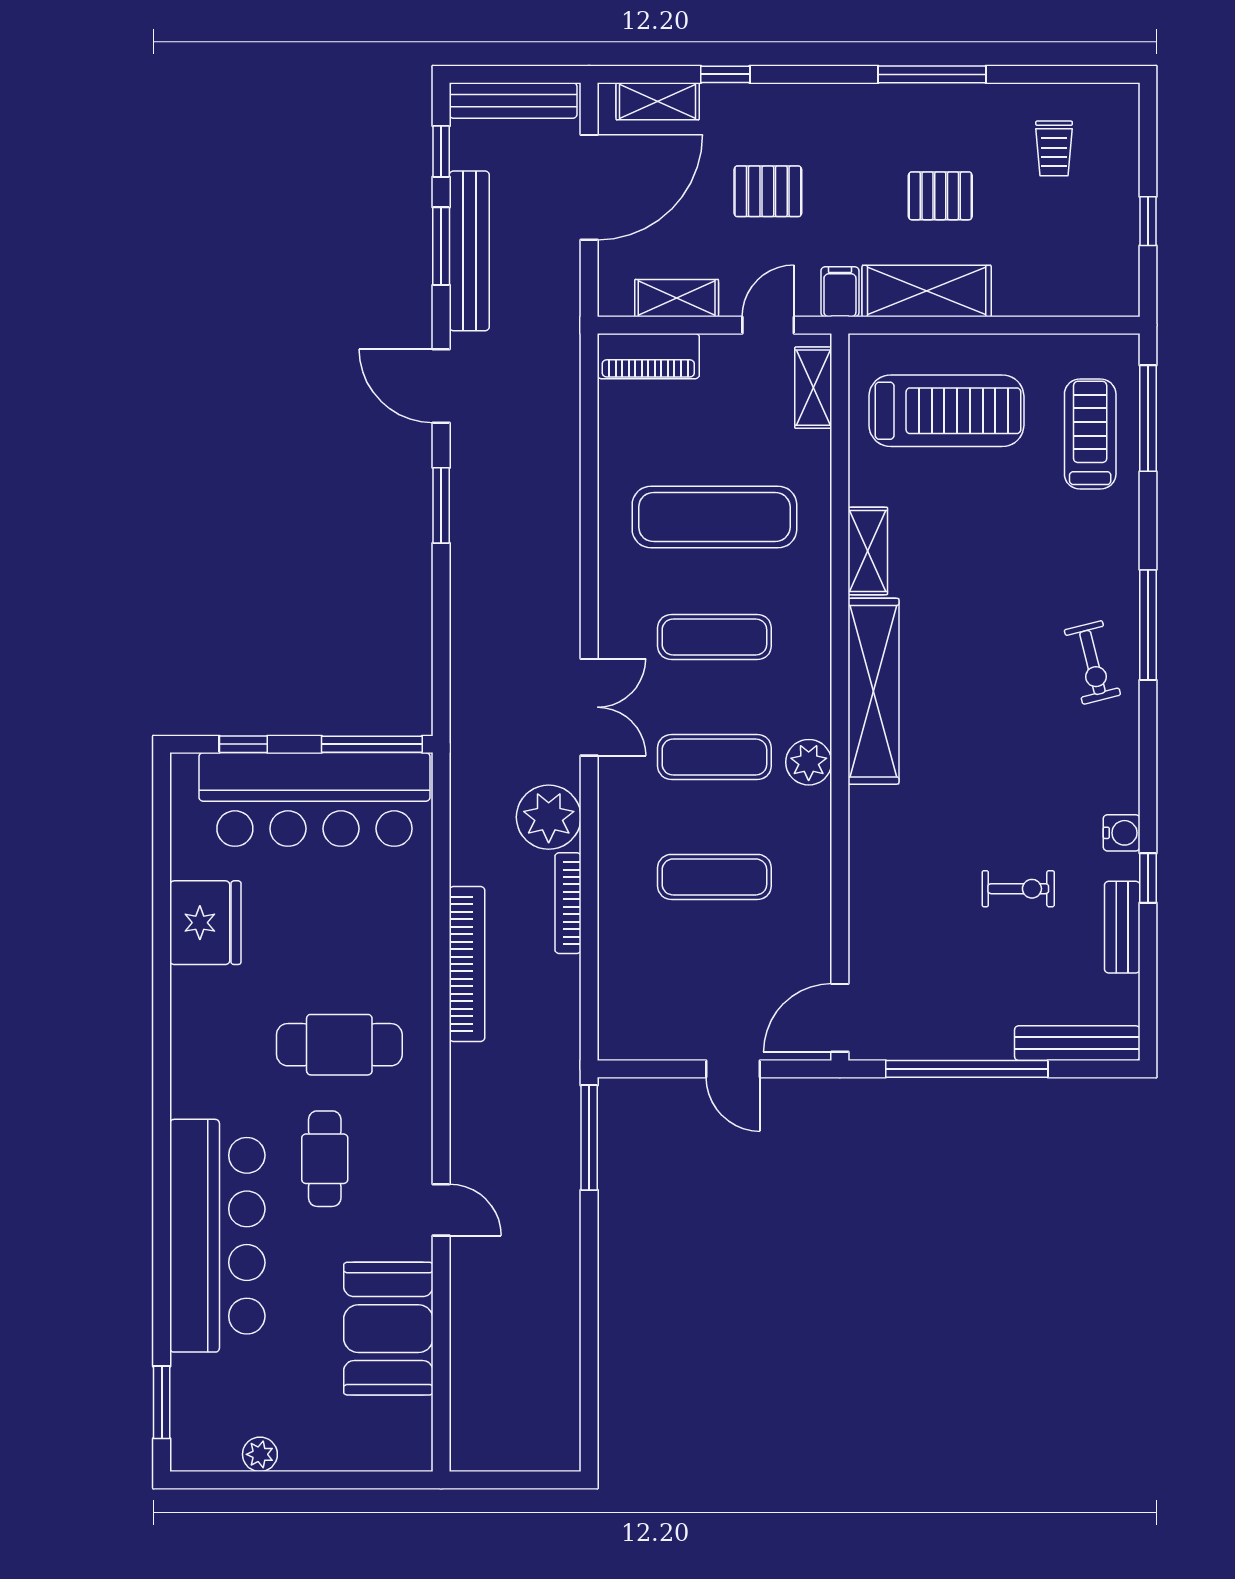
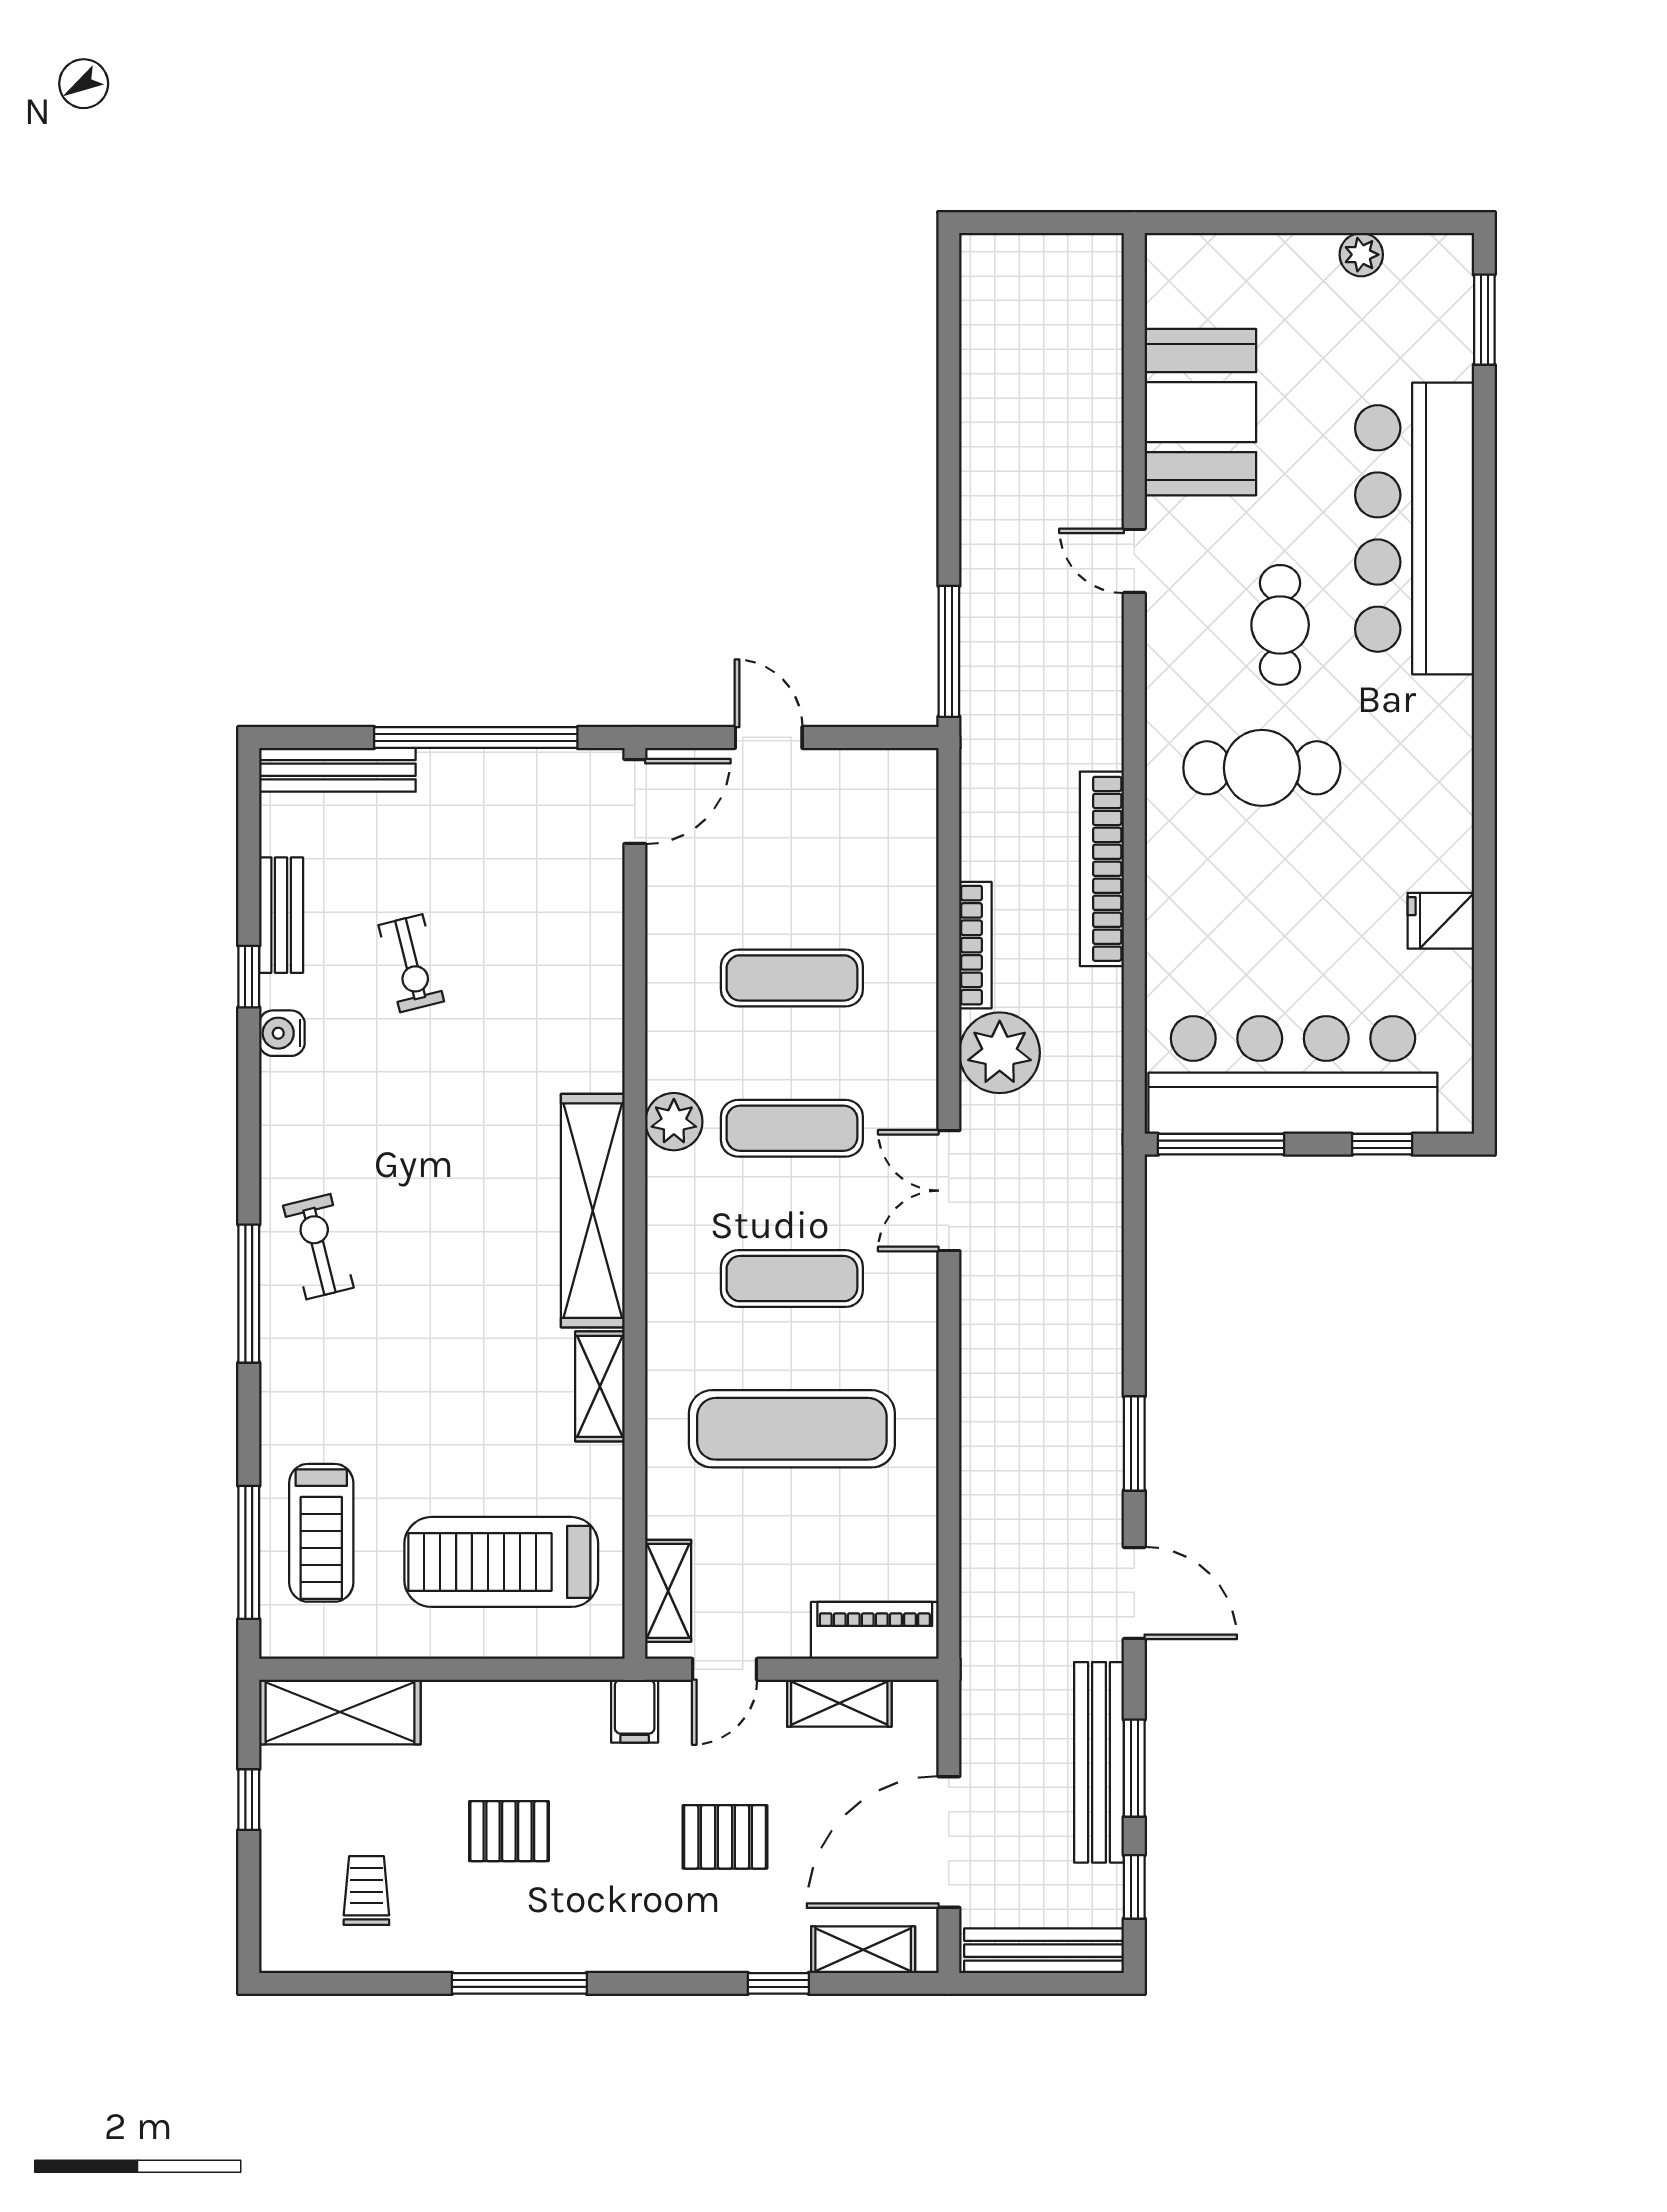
shelving: (927, 291) -> (340, 1712), moved
exercise bike: (1018, 889) -> (411, 963), turned -104
fridge: (205, 923) -> (1441, 921), width x0.53, depth x0.75

